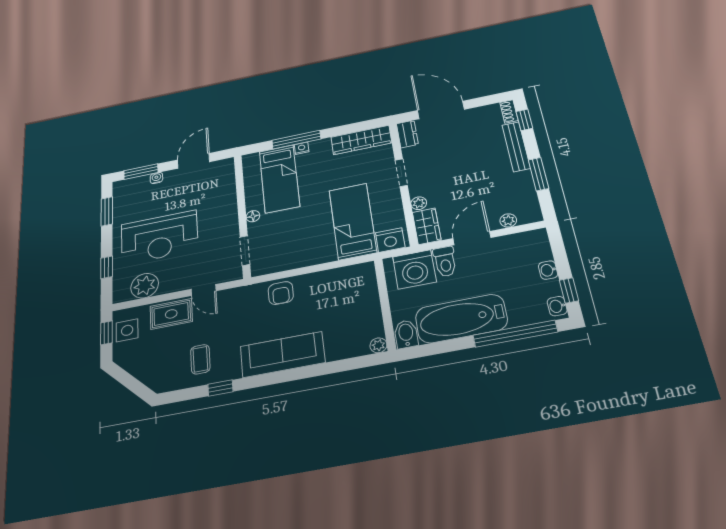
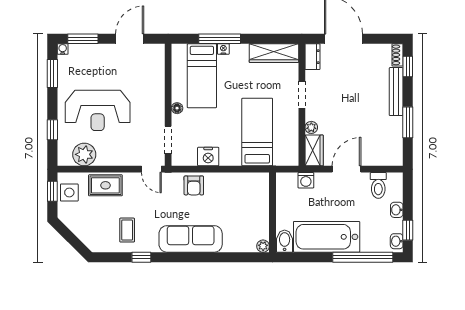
water cooler: (156, 178) -> (63, 49), moved
plant: (508, 220) -> (377, 160), removed
nightstand: (390, 240) -> (208, 157), moved
toilet: (445, 262) -> (378, 185), moved
washing machine: (414, 269) -> (306, 180), width x0.53, depth x0.53
door: (204, 290) -> (151, 169), moved

